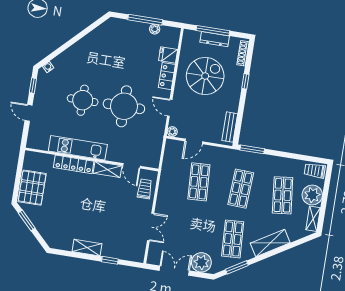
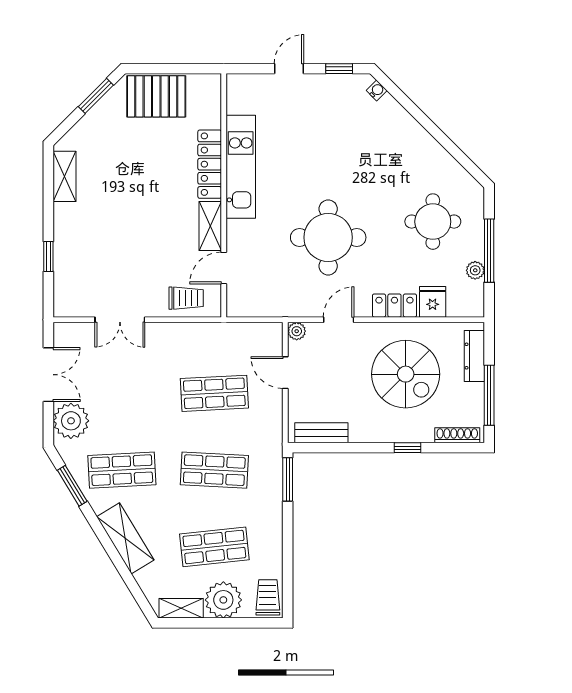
window: (213, 31) -> (489, 395), moved
dresser: (215, 39) -> (474, 356), moved
round table: (83, 100) -> (433, 222), moved
shelving: (87, 248) -> (65, 176), moved

